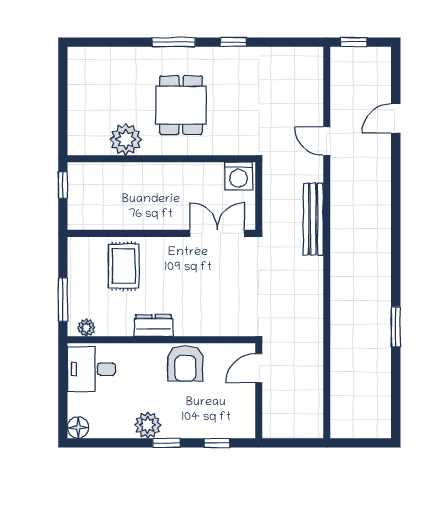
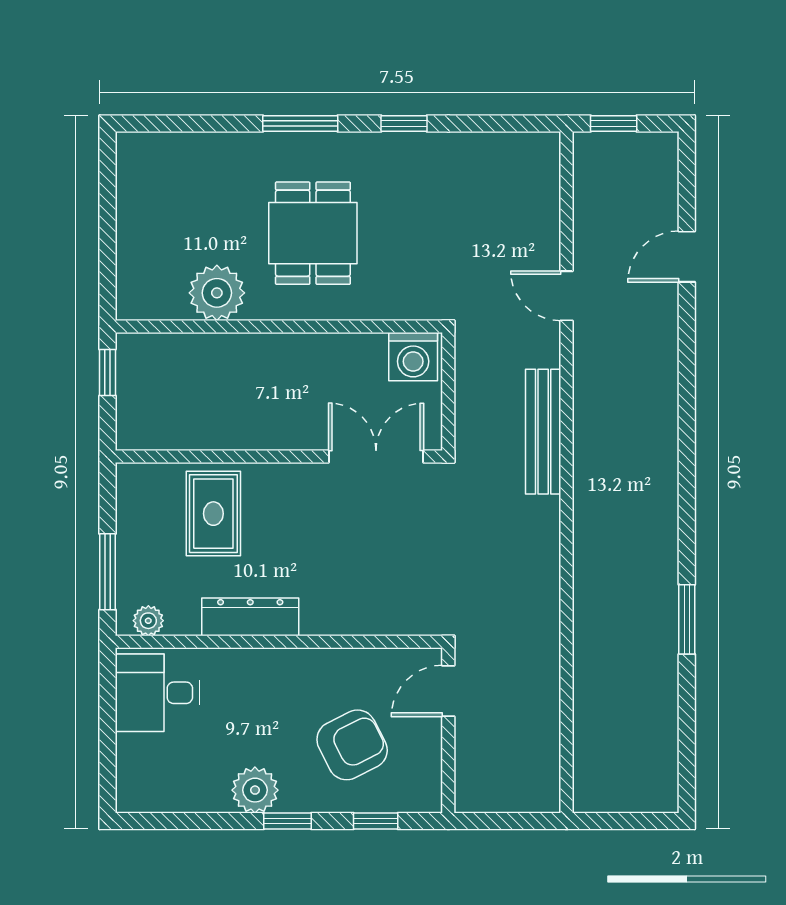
dresser: (153, 326) -> (250, 617), width x1.44
armchair: (185, 363) -> (352, 745), moved, turned -117
floor lamp: (78, 428) -> (134, 795), removed

